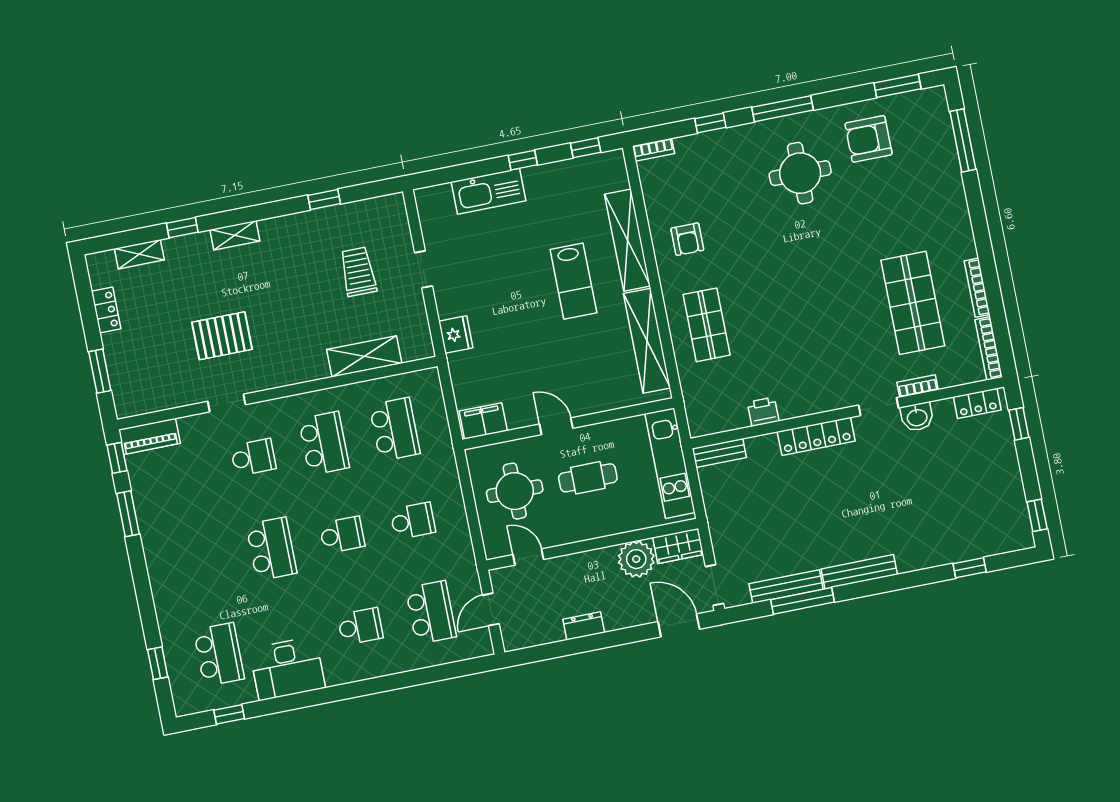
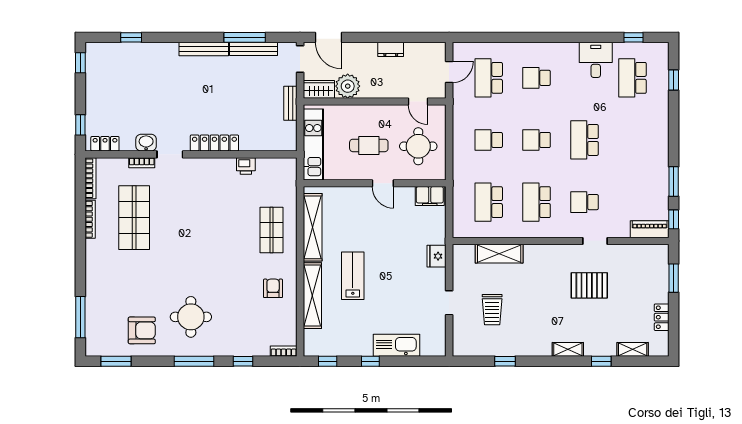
bench: (719, 453) -> (290, 103), moved, turned 90
desk: (287, 668) -> (596, 60), width x0.73

